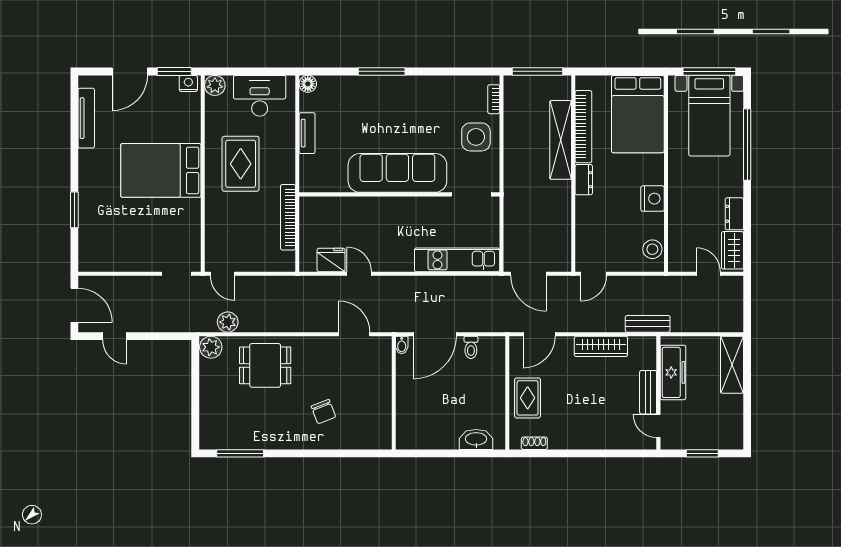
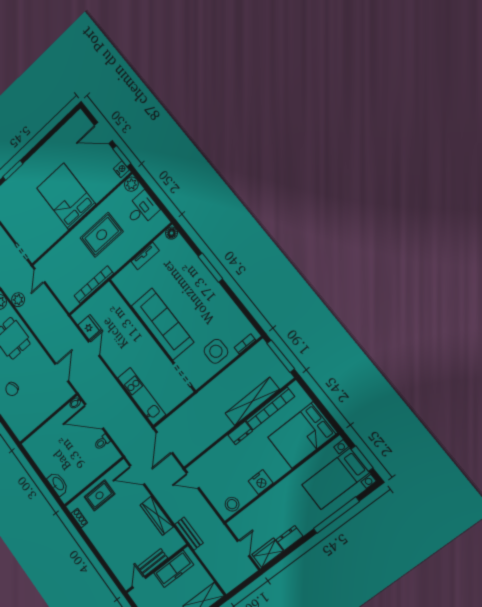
window: (709, 71) -> (362, 459), width x0.69
desk: (260, 96) -> (142, 209), width x0.73
tv unit: (86, 118) -> (62, 133), removed

